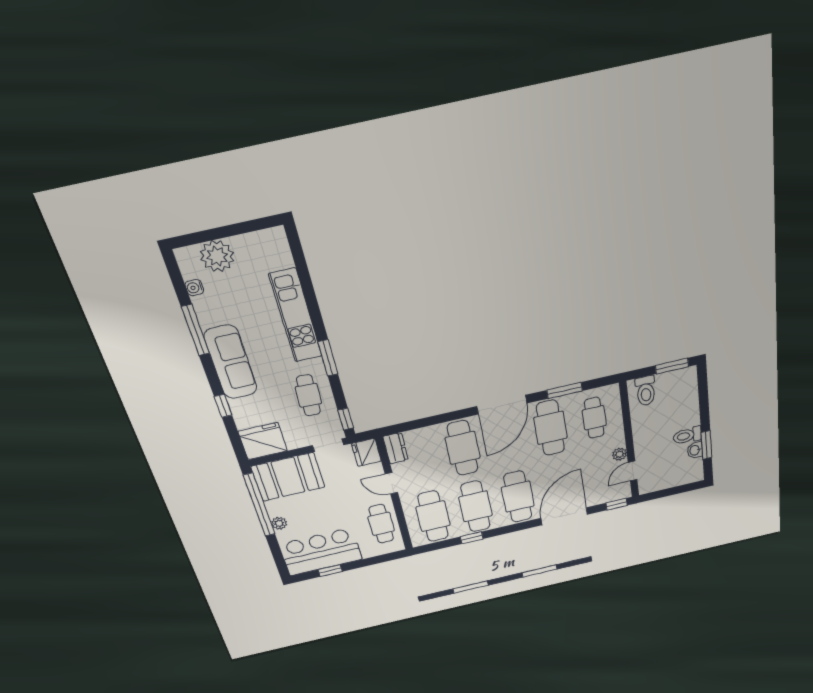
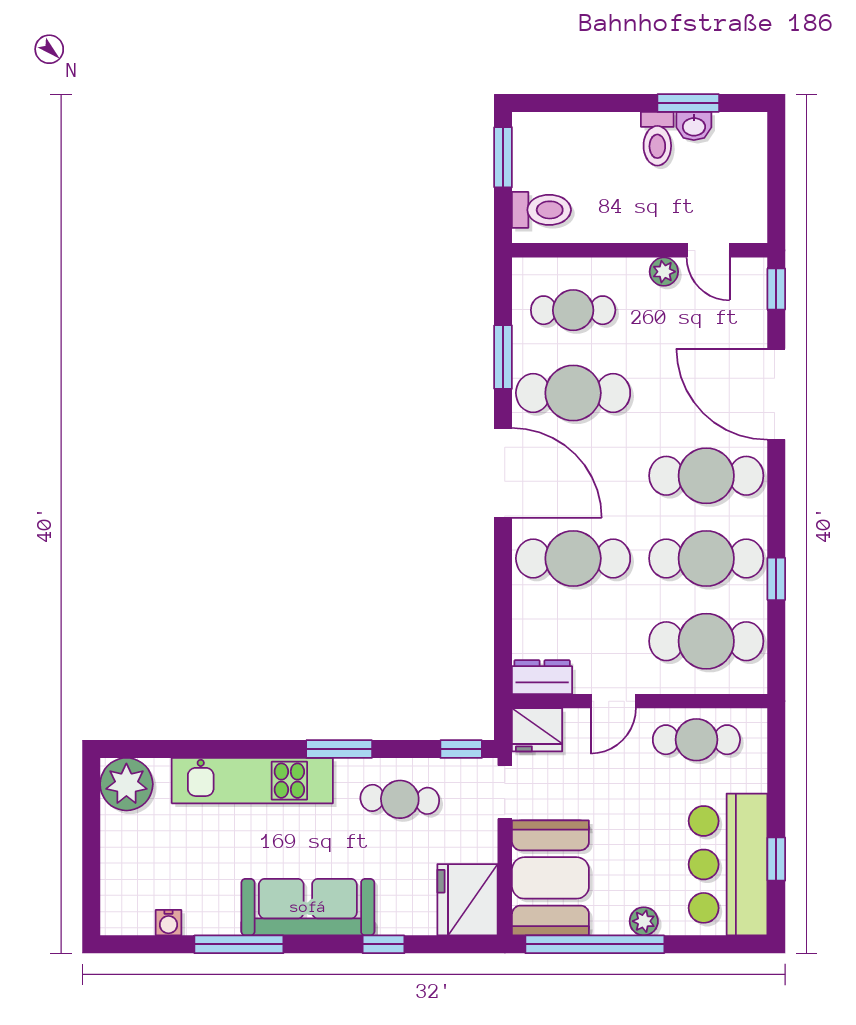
plant: (217, 256) -> (126, 784), moved

